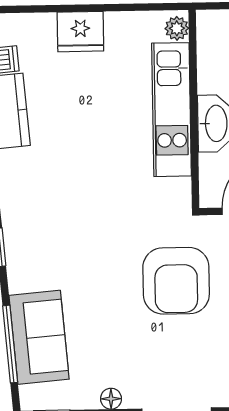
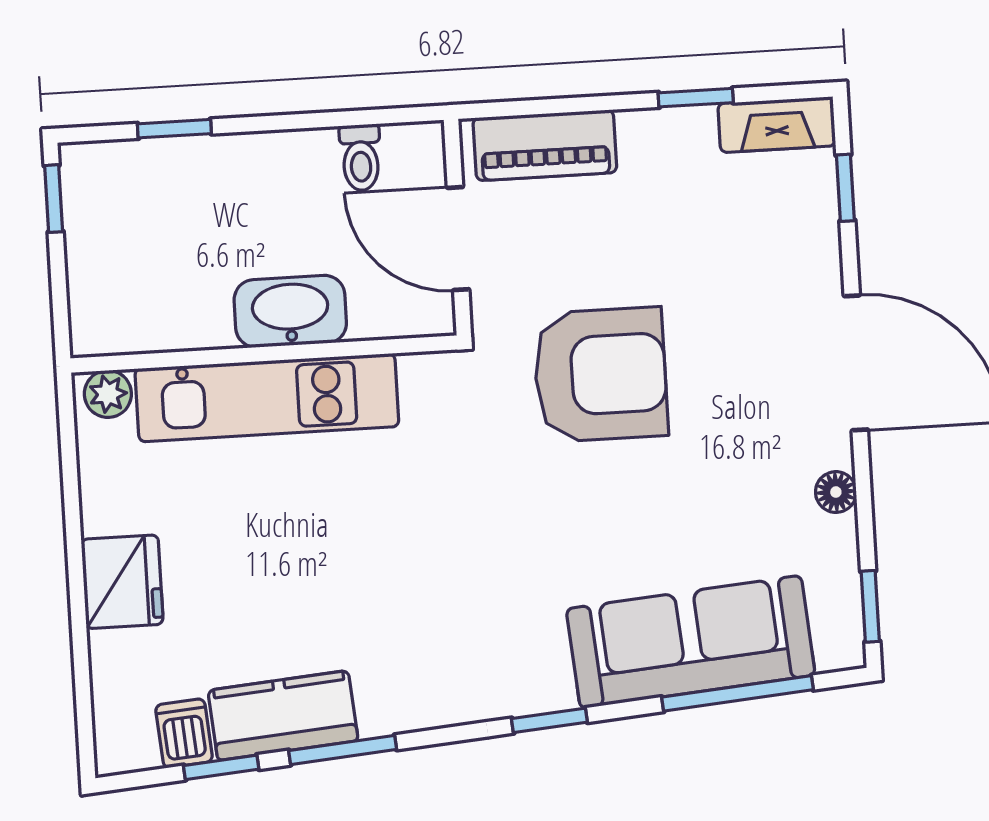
sofa: (39, 337) -> (691, 642), width x1.36

